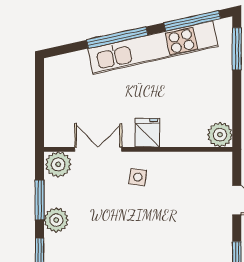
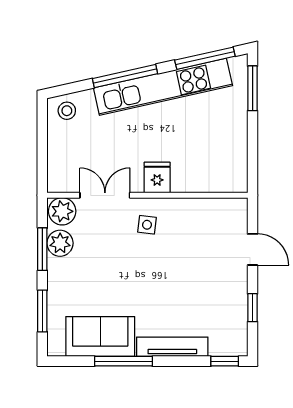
stool: (63, 70) -> (67, 111), added
plant: (220, 135) -> (235, 180), removed
plant: (56, 220) -> (60, 243), moved

